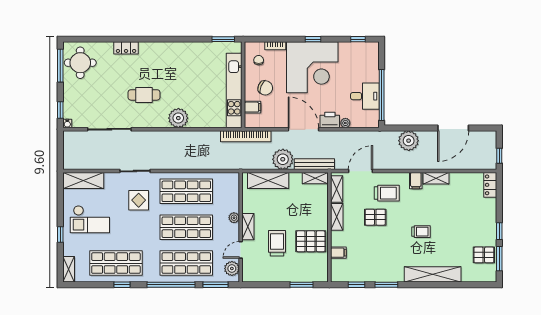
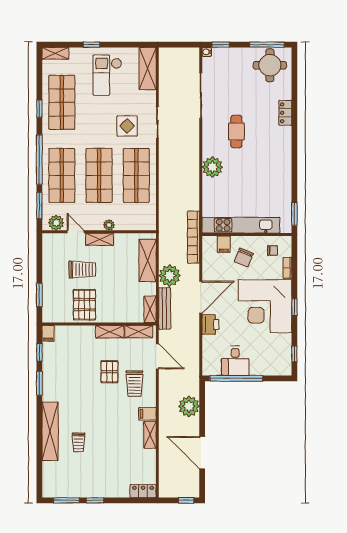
plant: (345, 123) -> (207, 341), removed
window: (499, 156) -> (186, 500), moved
trolley: (421, 232) -> (79, 442), moved
filing cabinet: (338, 253) -> (48, 333), moved
pallet: (484, 255) -> (70, 484), removed

